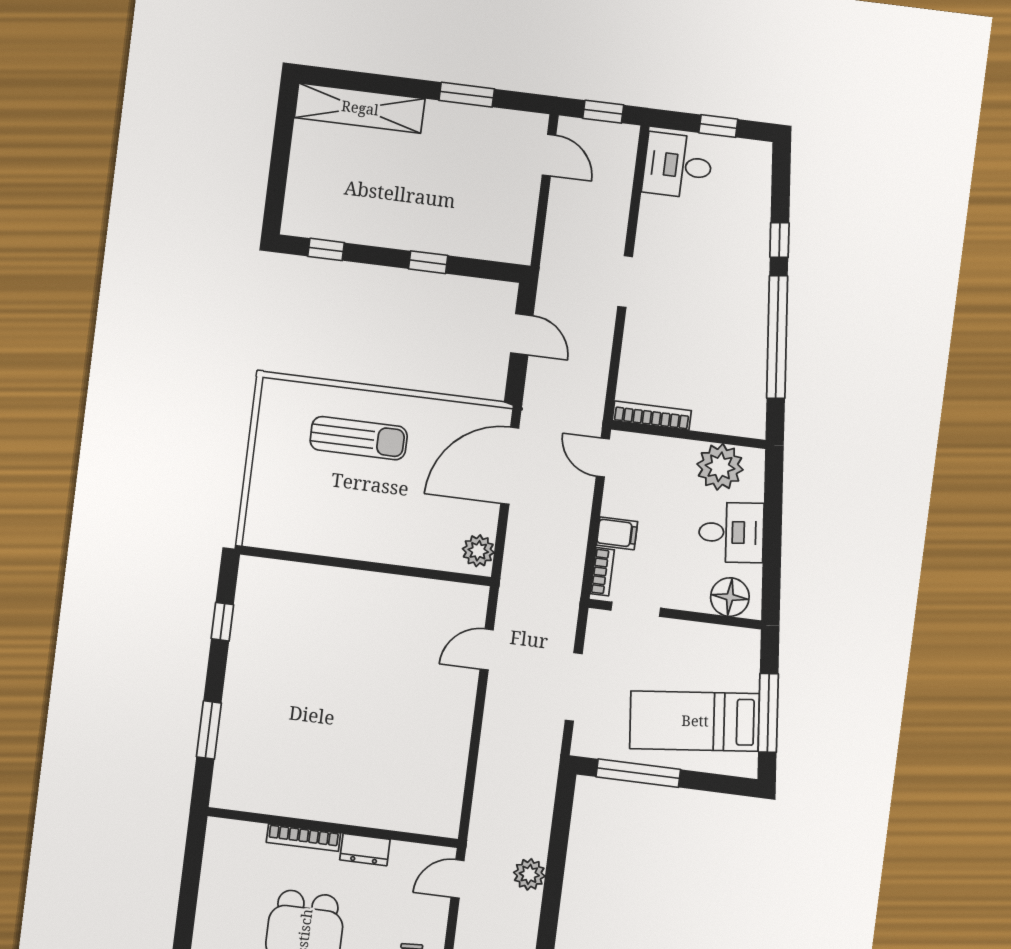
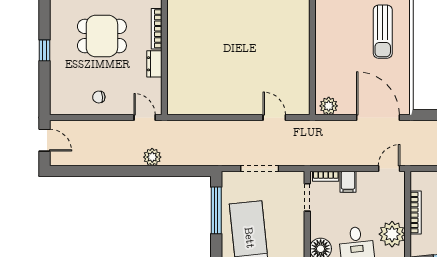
bookcase: (652, 416) -> (416, 213), moved

